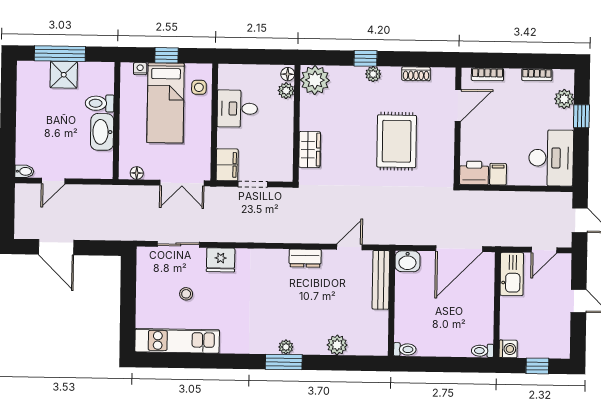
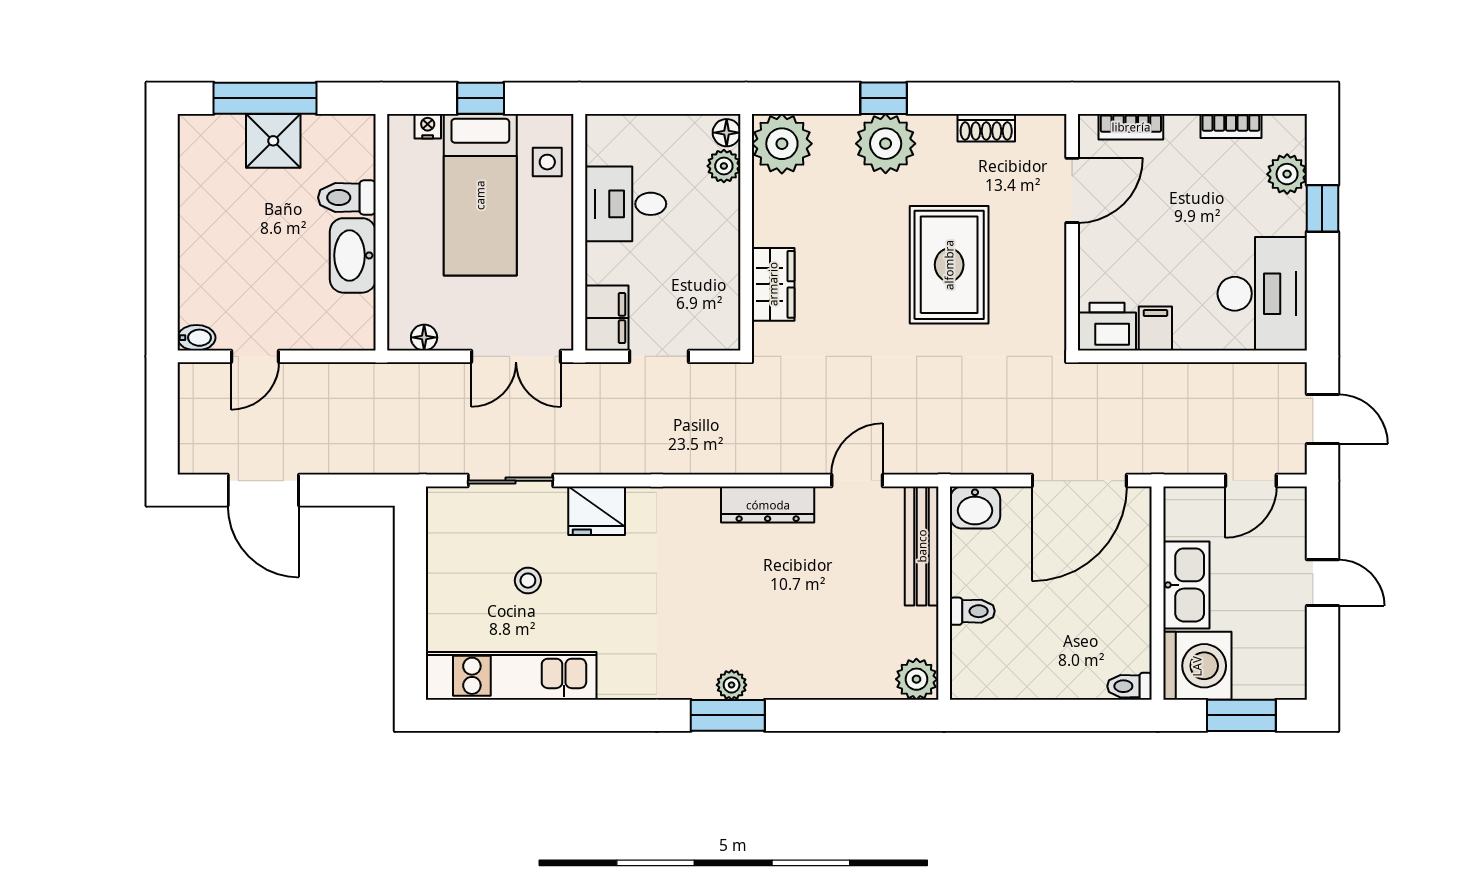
plant: (373, 74) -> (886, 144), width x1.88, depth x1.88
dresser: (305, 258) -> (768, 505), width x1.44
kitchen sink: (512, 274) -> (1186, 585), moved
plant: (337, 345) -> (916, 679), moved
toilet: (405, 349) -> (972, 611), moved
washing machine: (508, 349) -> (1197, 666), width x1.89, depth x1.89
window: (537, 366) -> (1241, 715), width x1.50

